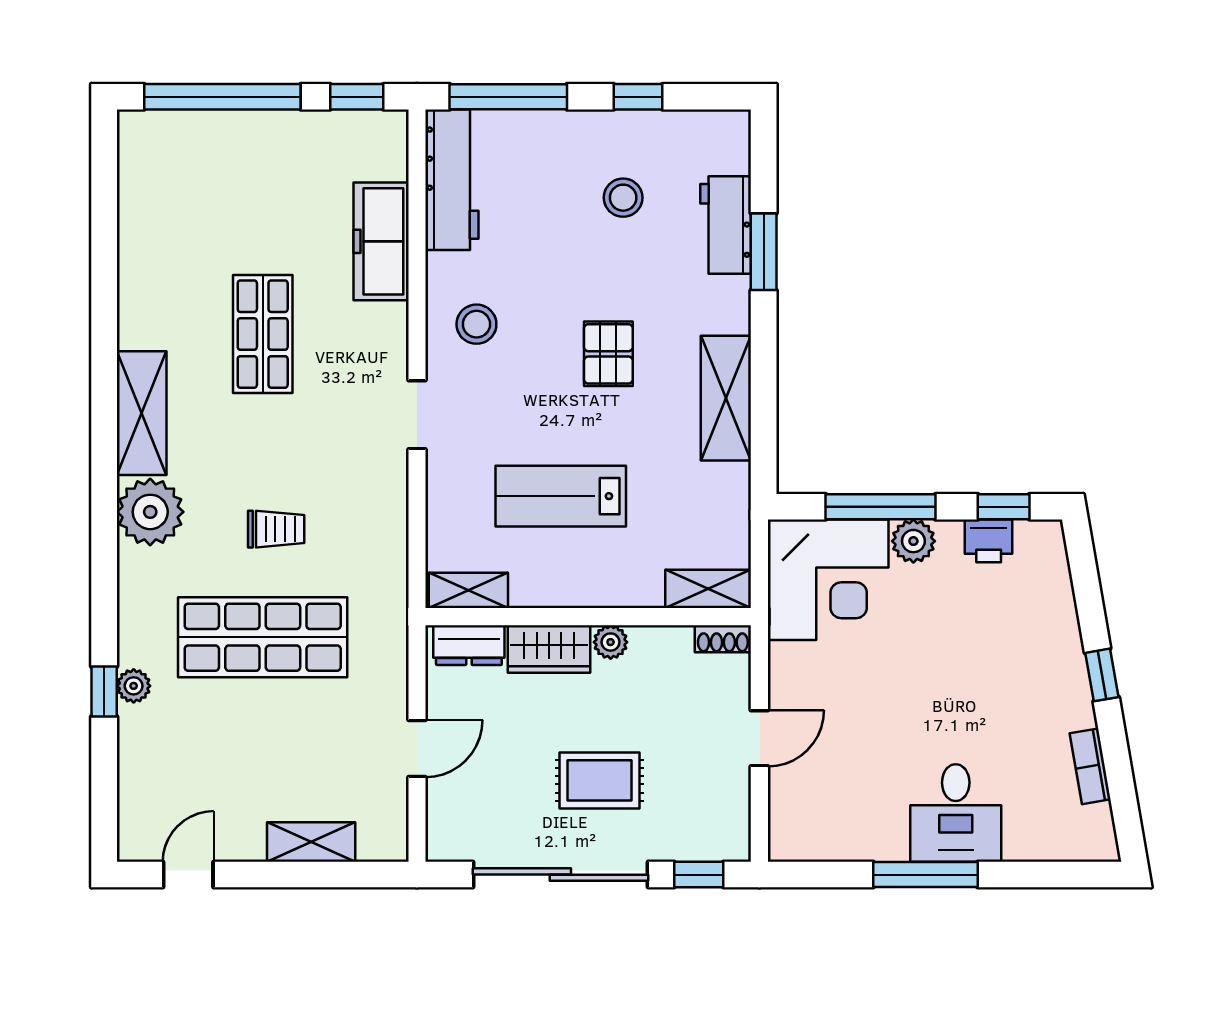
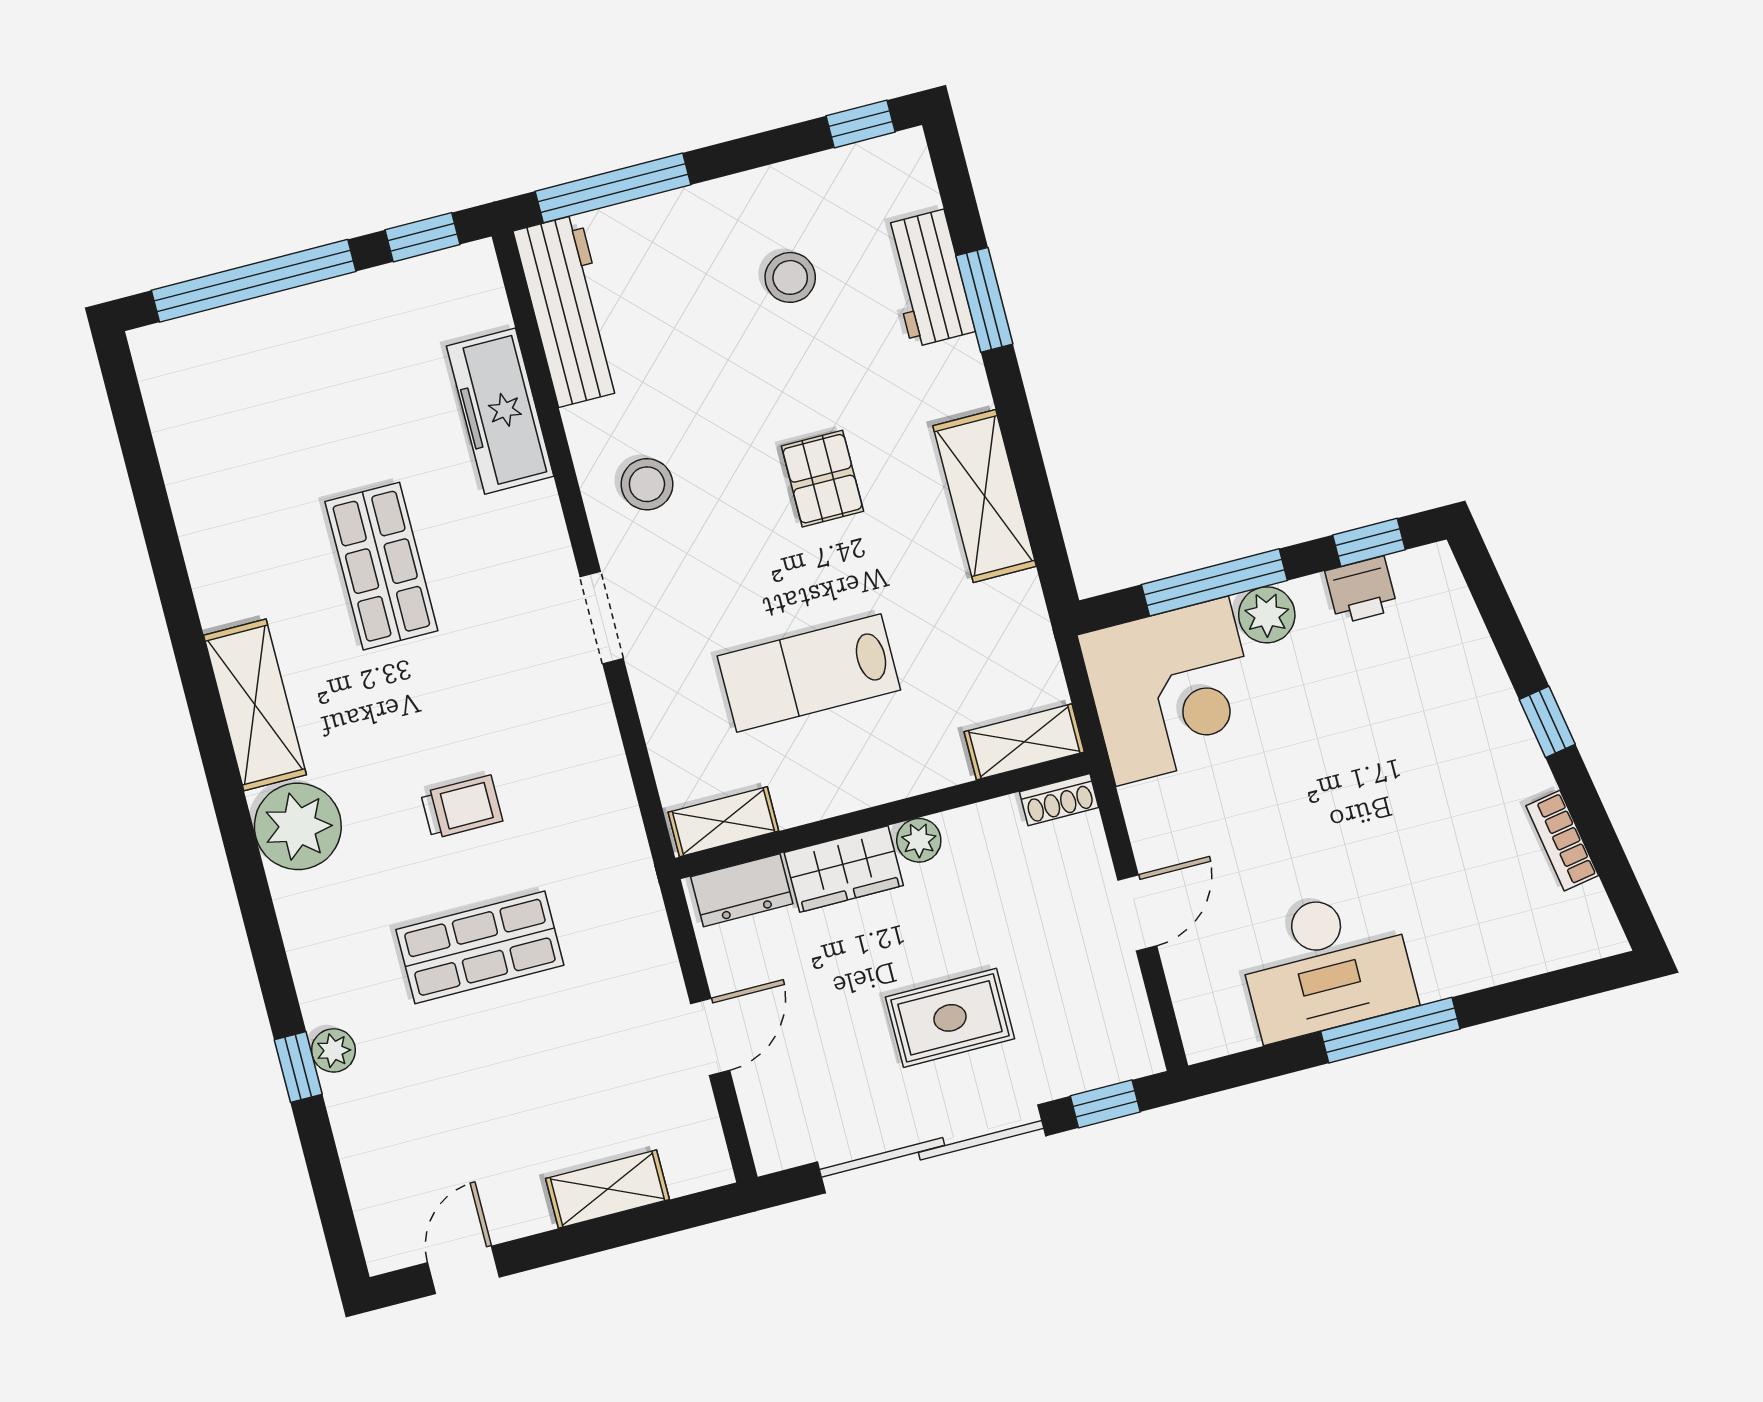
window: (638, 97) -> (861, 124), moved
shop shelf: (263, 637) -> (480, 947), width x0.70, depth x0.74
desk: (956, 813) -> (1326, 964), moved, width x1.37

